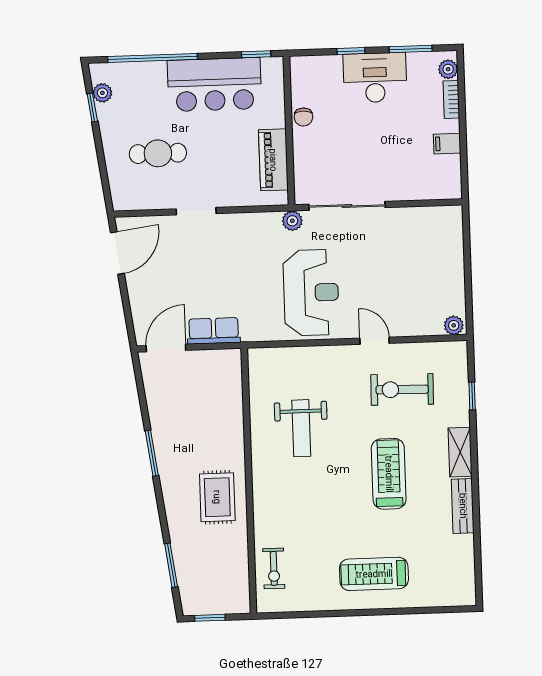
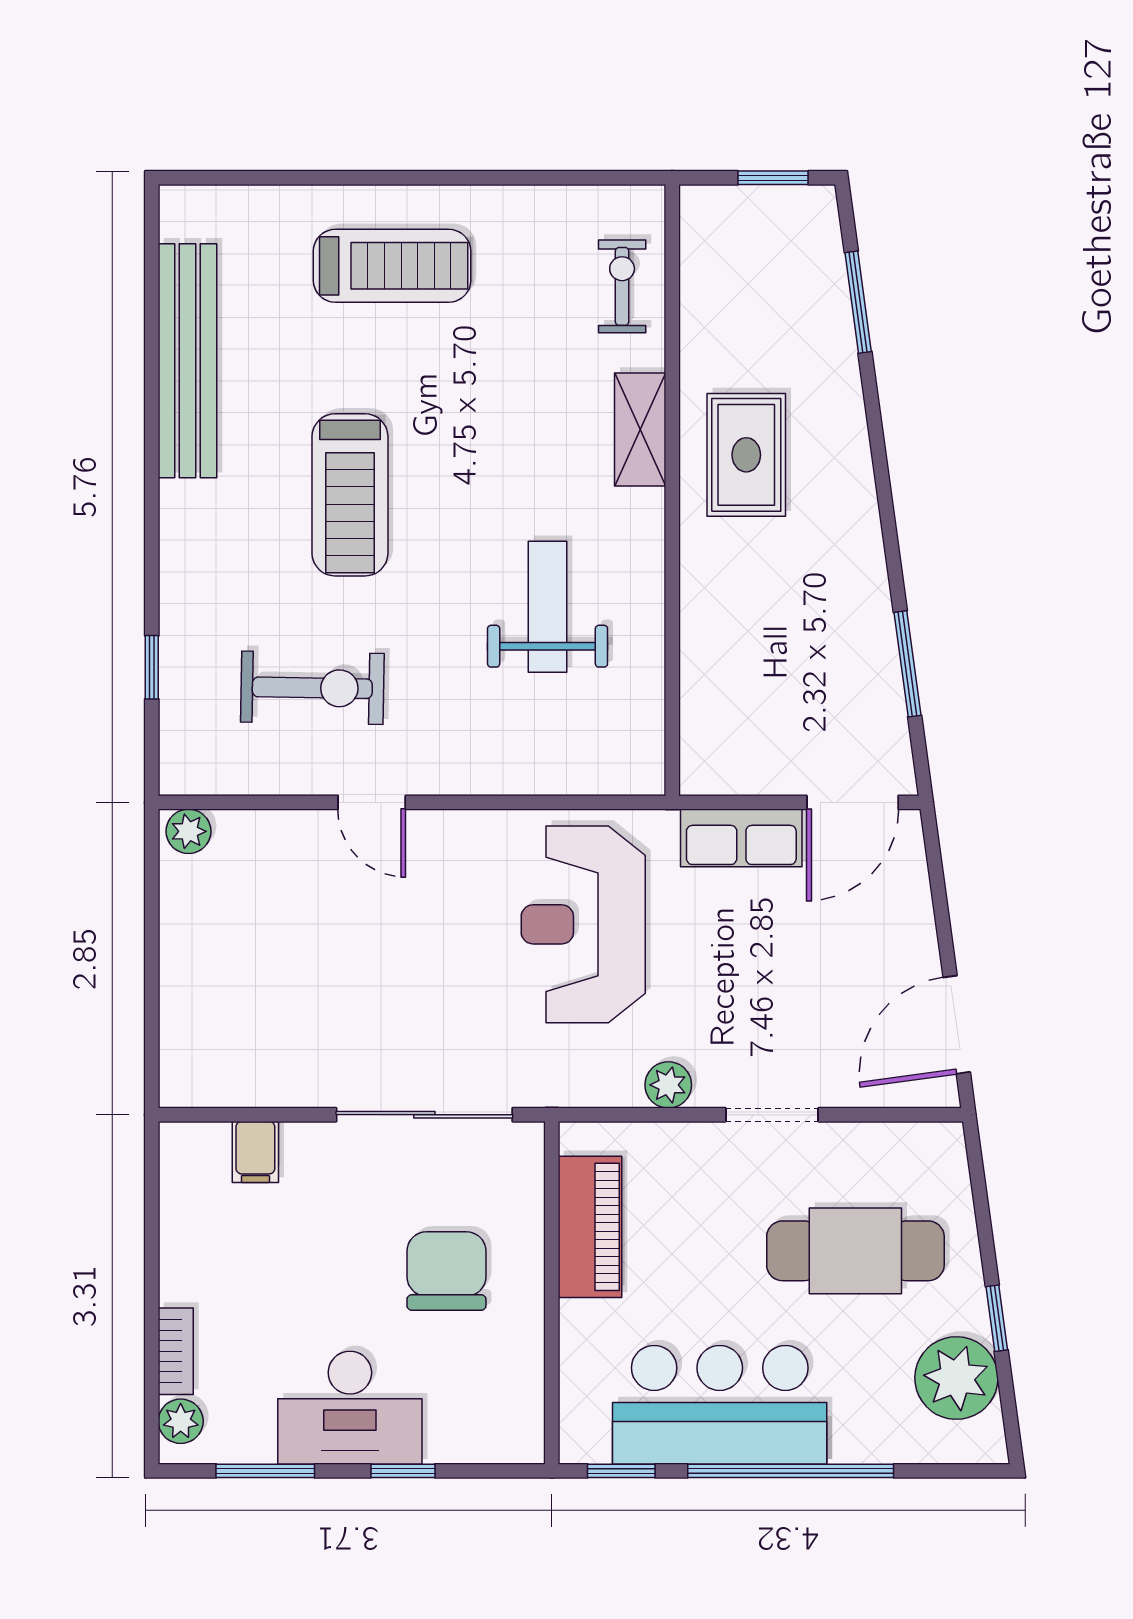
window: (153, 58) -> (791, 1471), moved
plant: (102, 93) -> (956, 1378), width x1.87, depth x1.87
window: (92, 107) -> (997, 1318), moved
chair: (303, 117) -> (446, 1271), moved, width x1.87, depth x1.87
filing cabinet: (447, 144) -> (255, 1152), moved, turned 90
cafe table: (158, 153) -> (855, 1251), width x1.37, depth x1.35
plant: (292, 221) -> (668, 1085), moved
reception desk: (311, 293) -> (583, 924), moved
shelving: (460, 452) -> (640, 429), moved
window: (152, 453) -> (907, 664), moved
bench: (463, 506) -> (188, 361), width x1.86, depth x1.21

